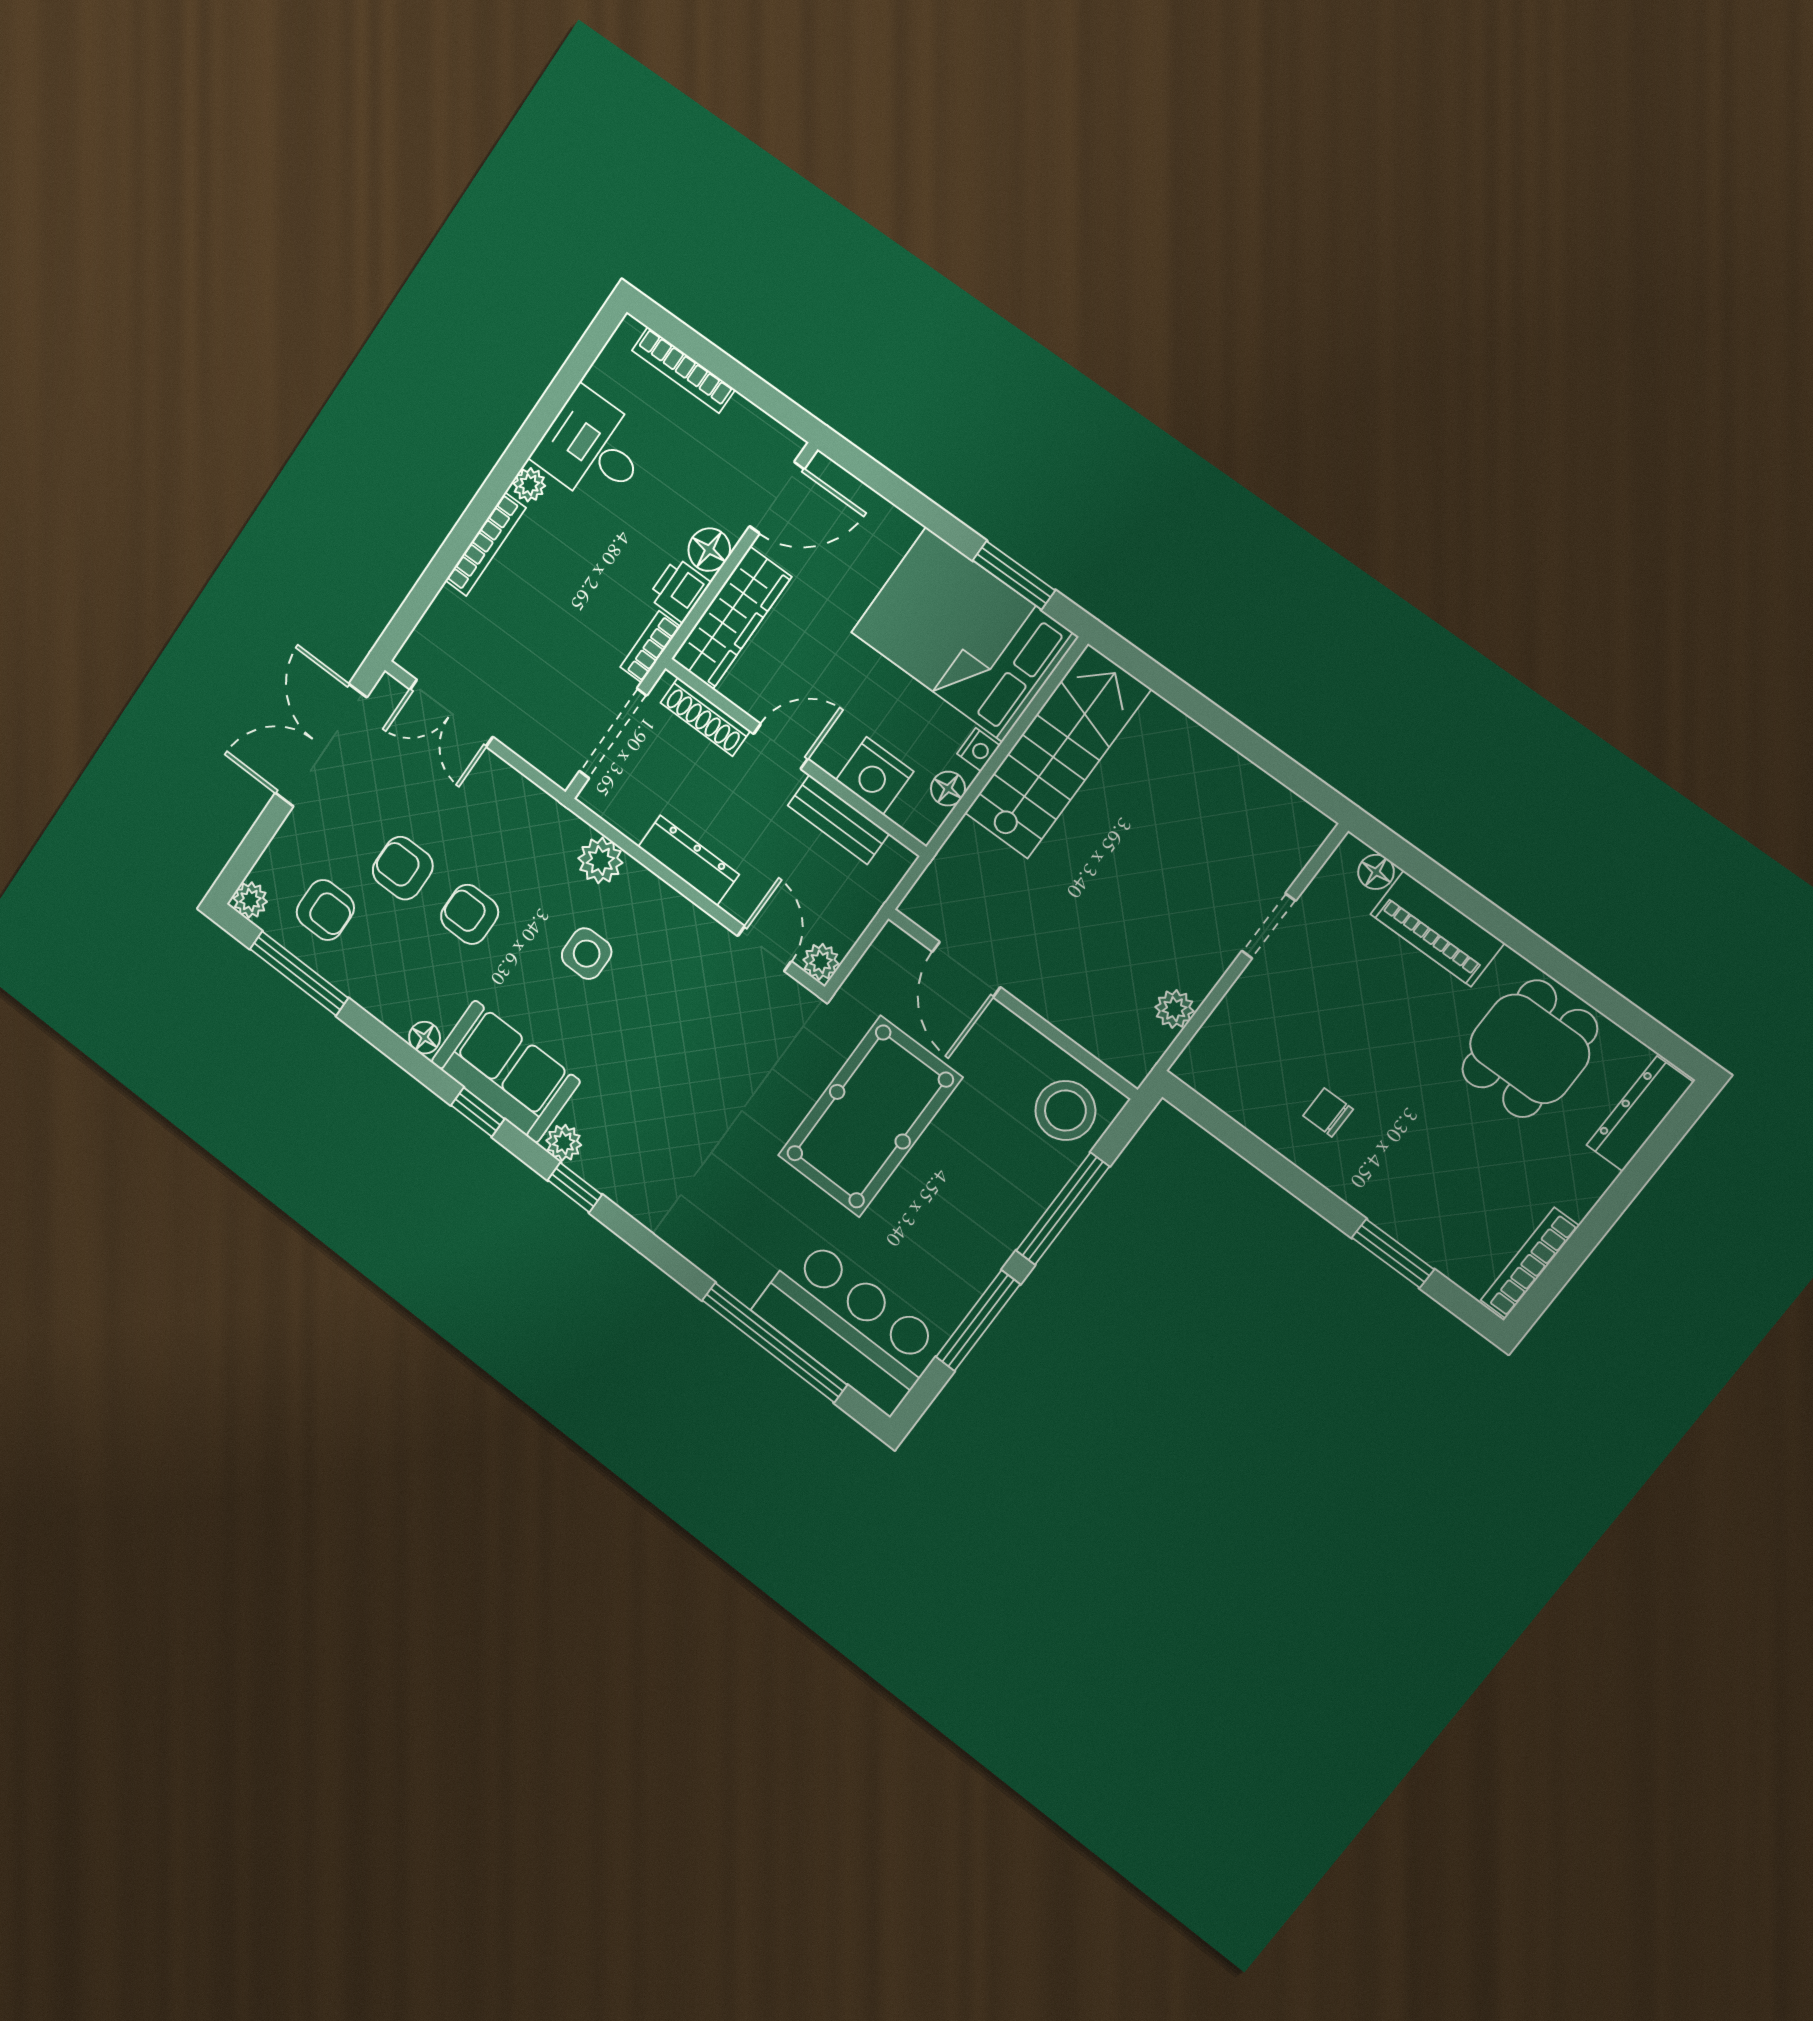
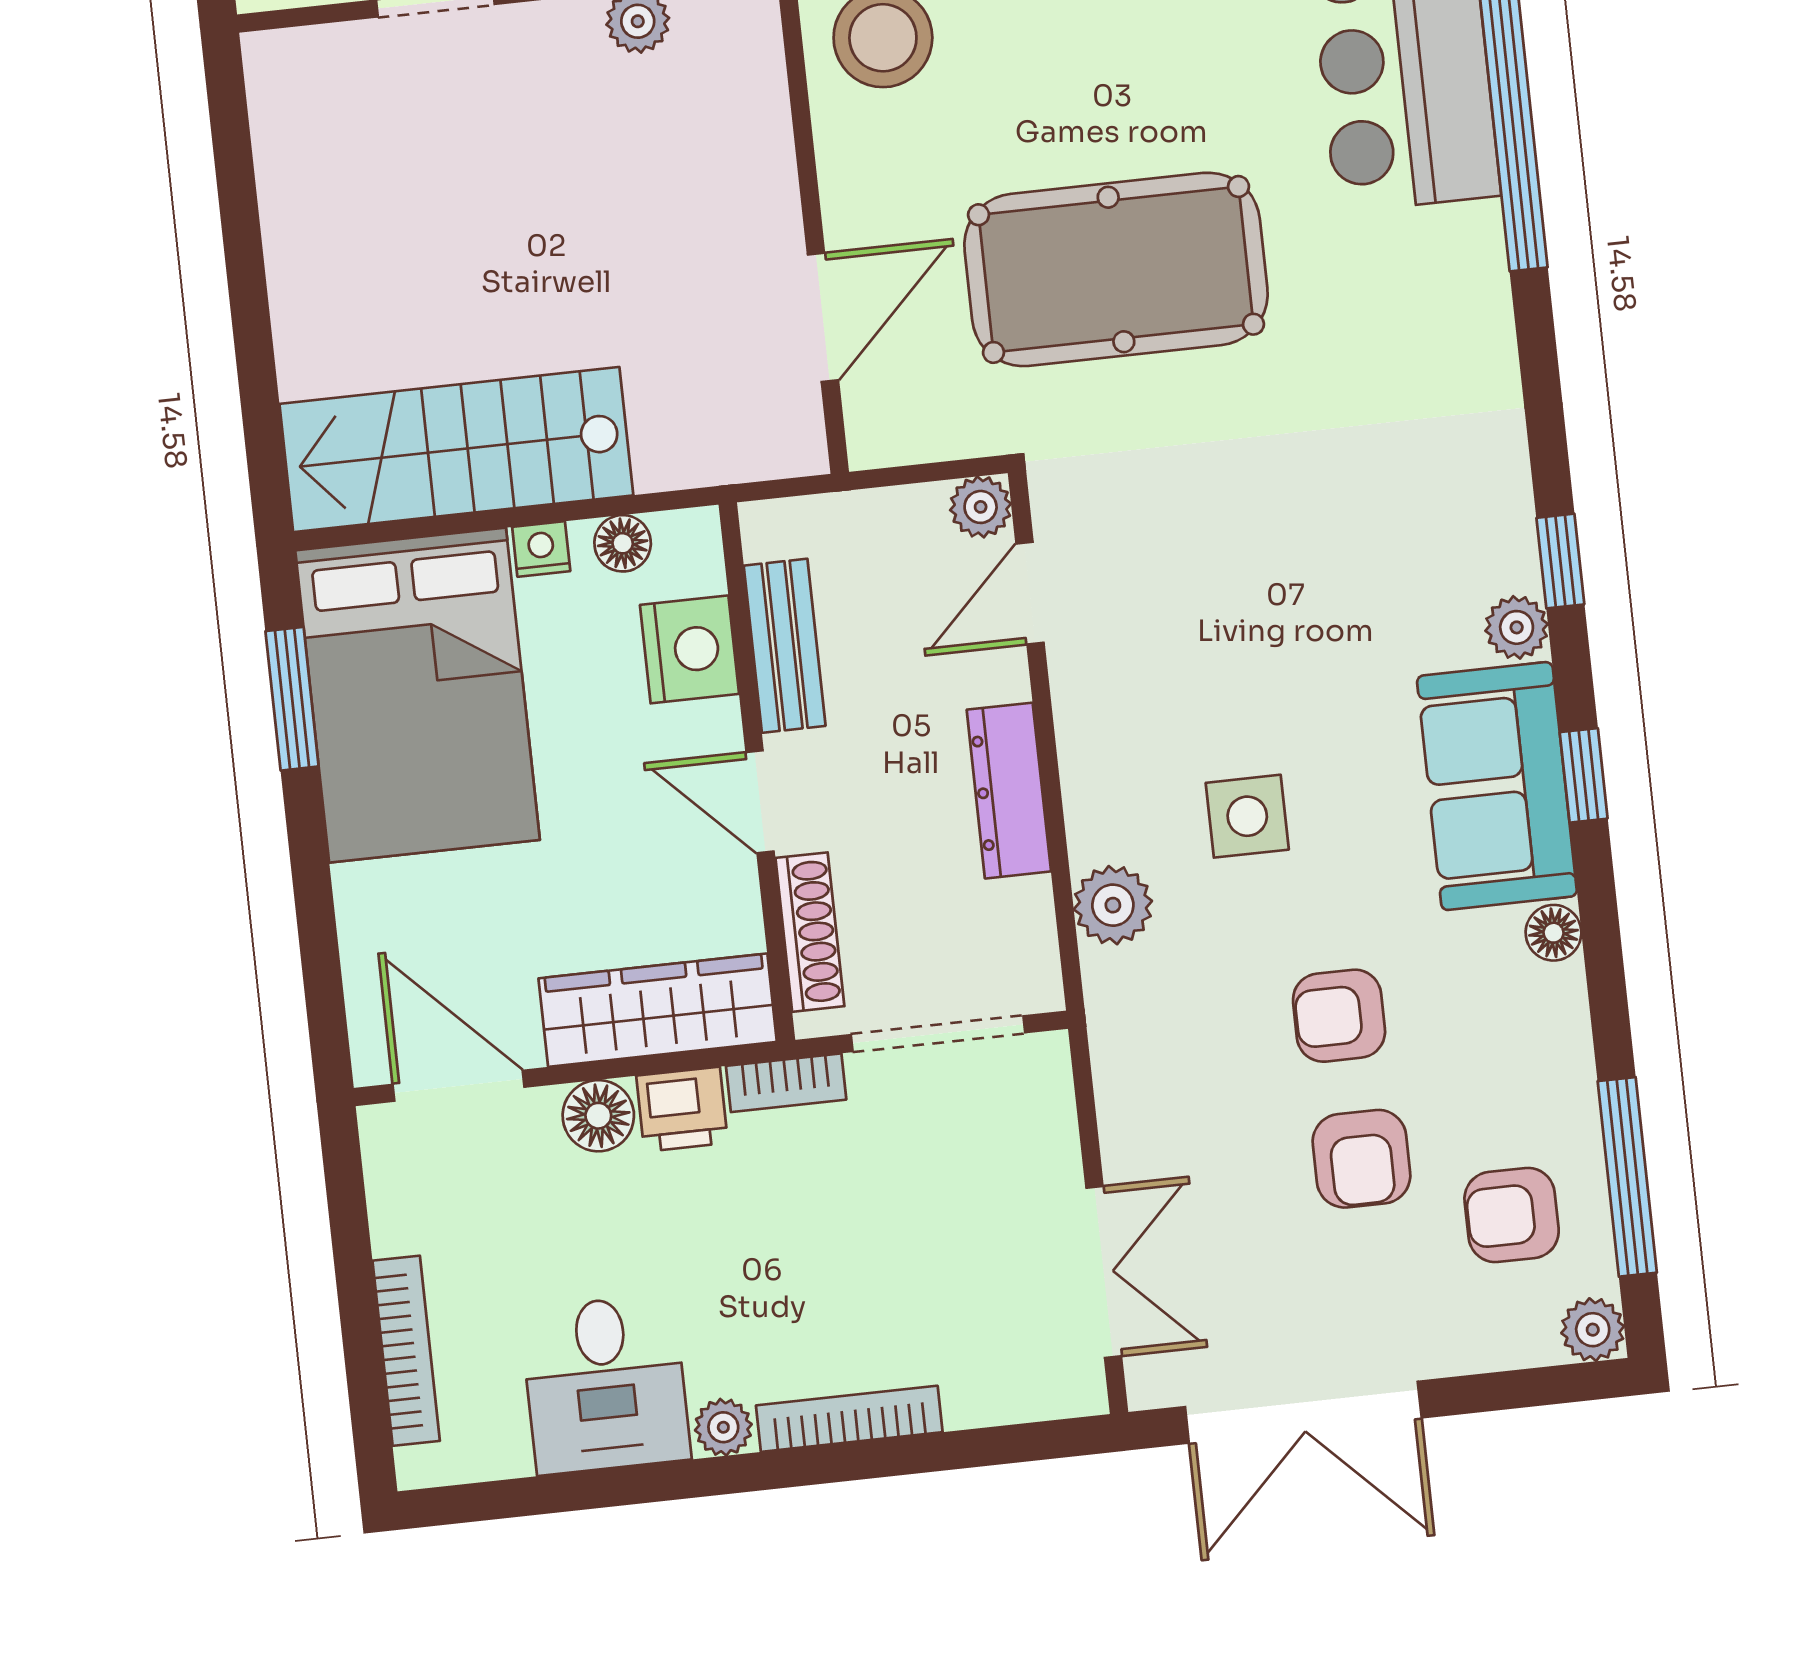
armchair: (325, 910) -> (1512, 1215), turned -90
armchair: (470, 914) -> (1339, 1016), turned 90

